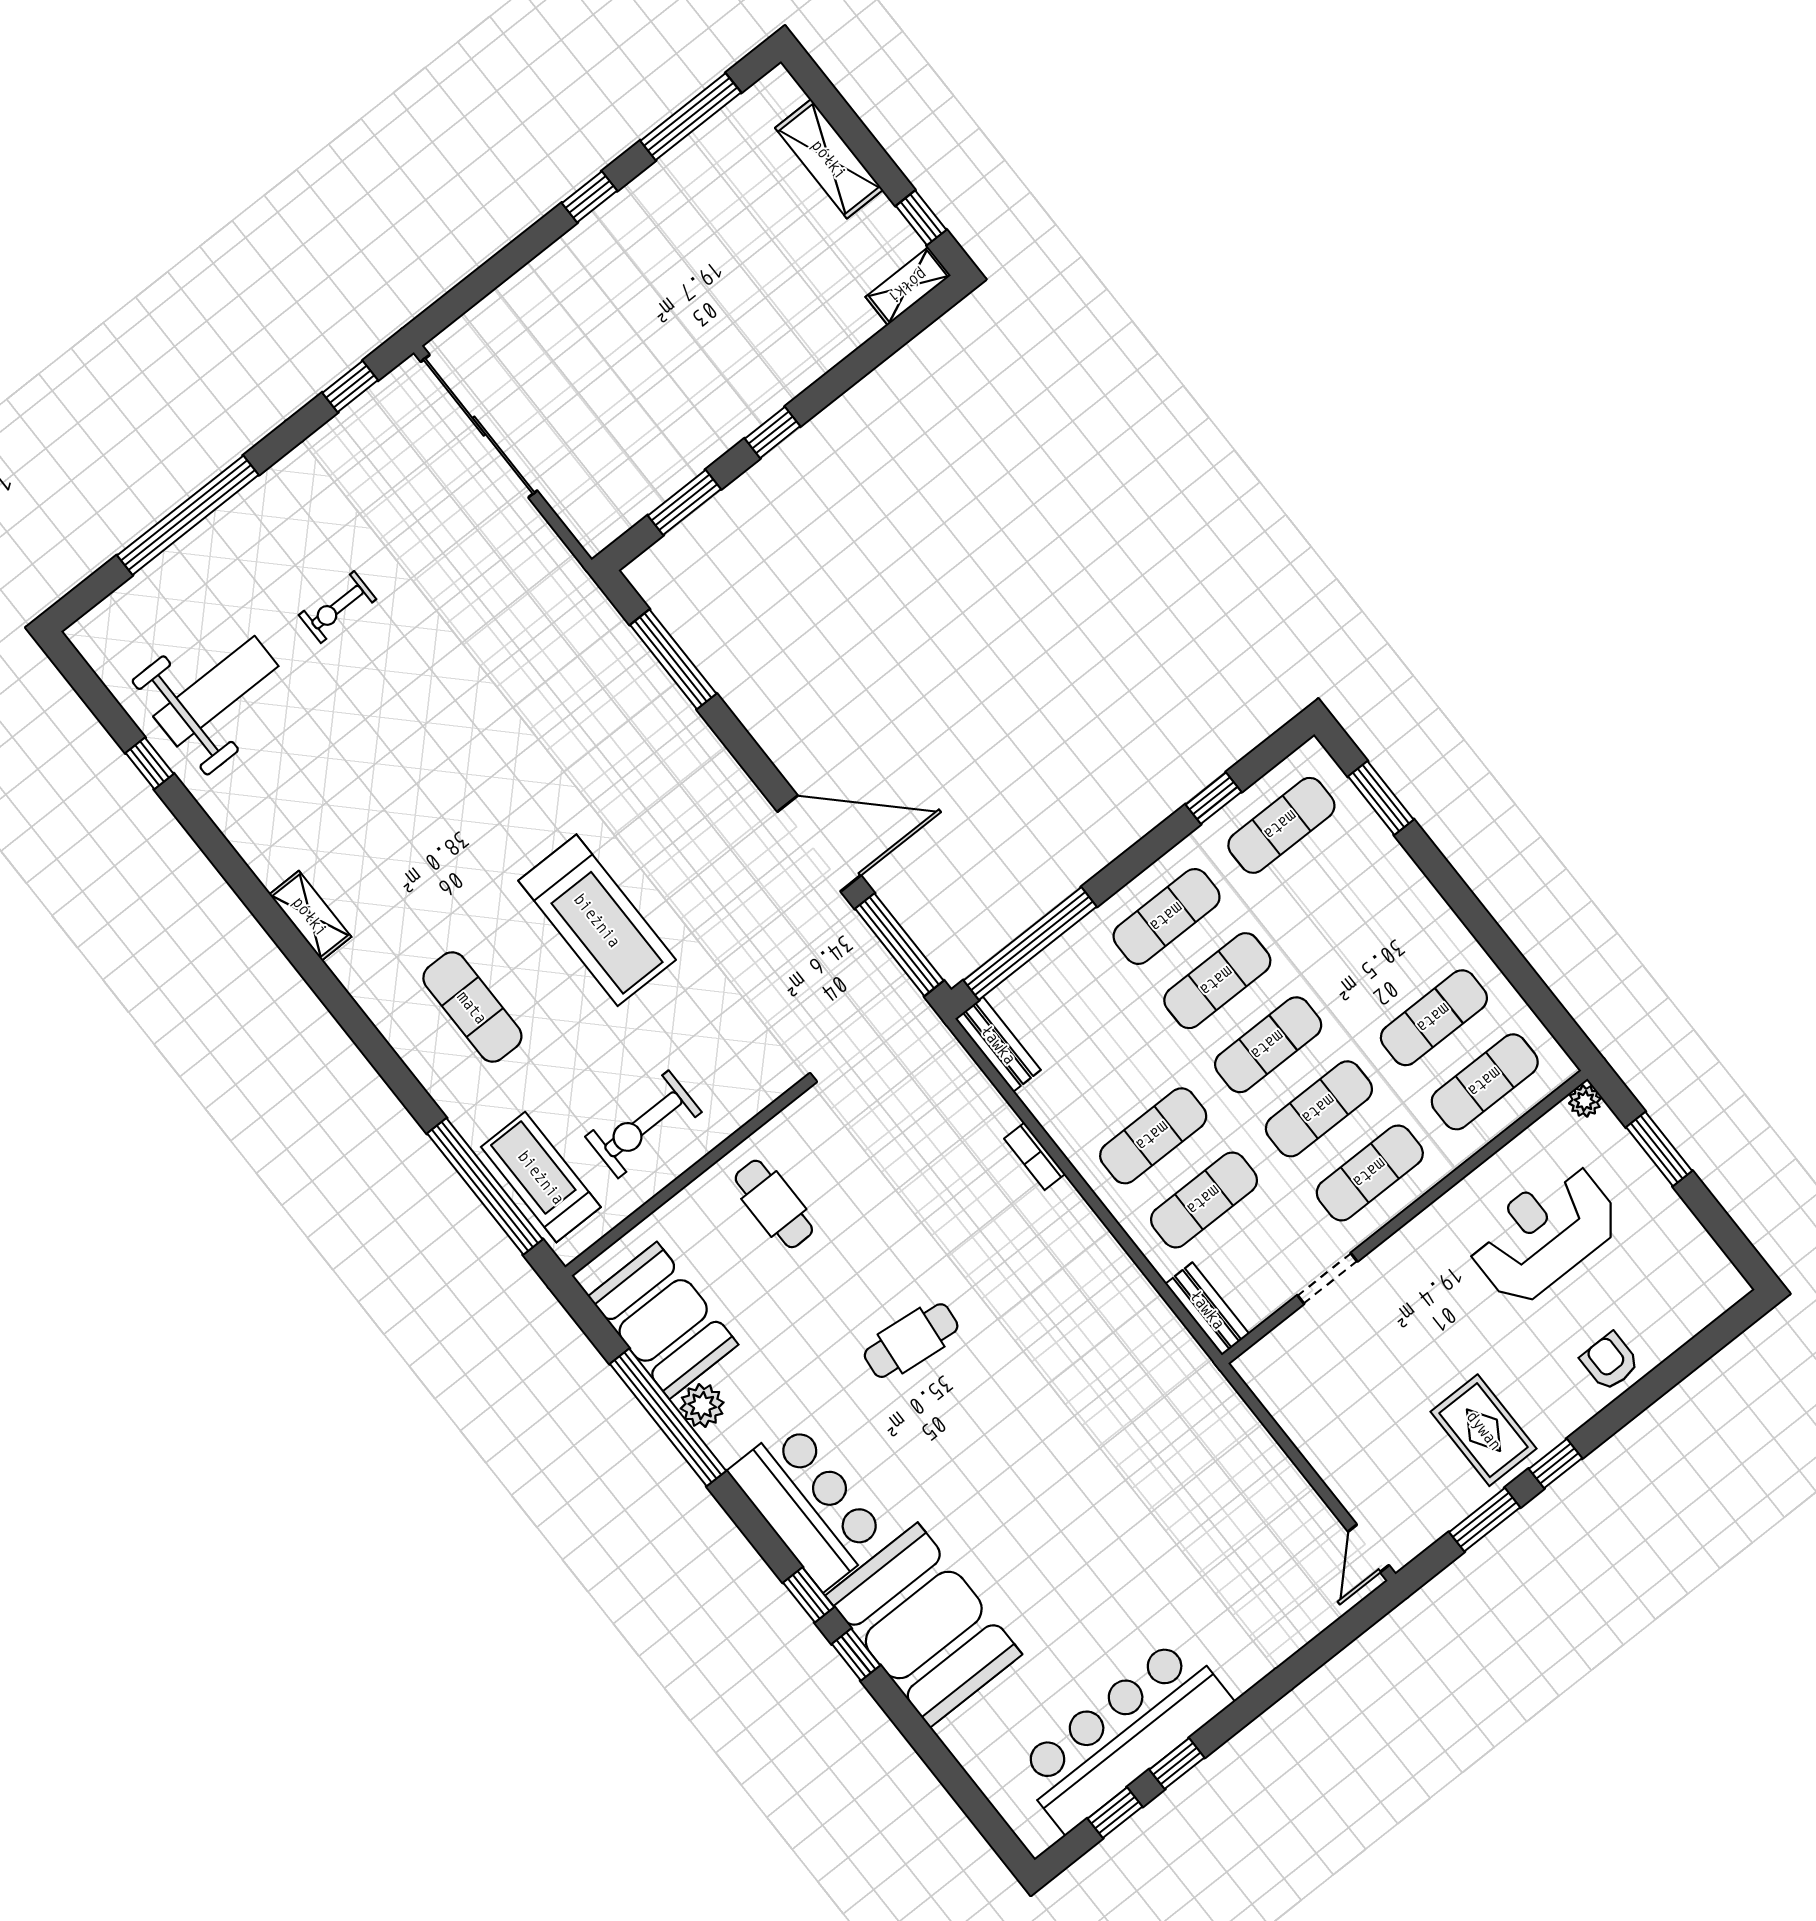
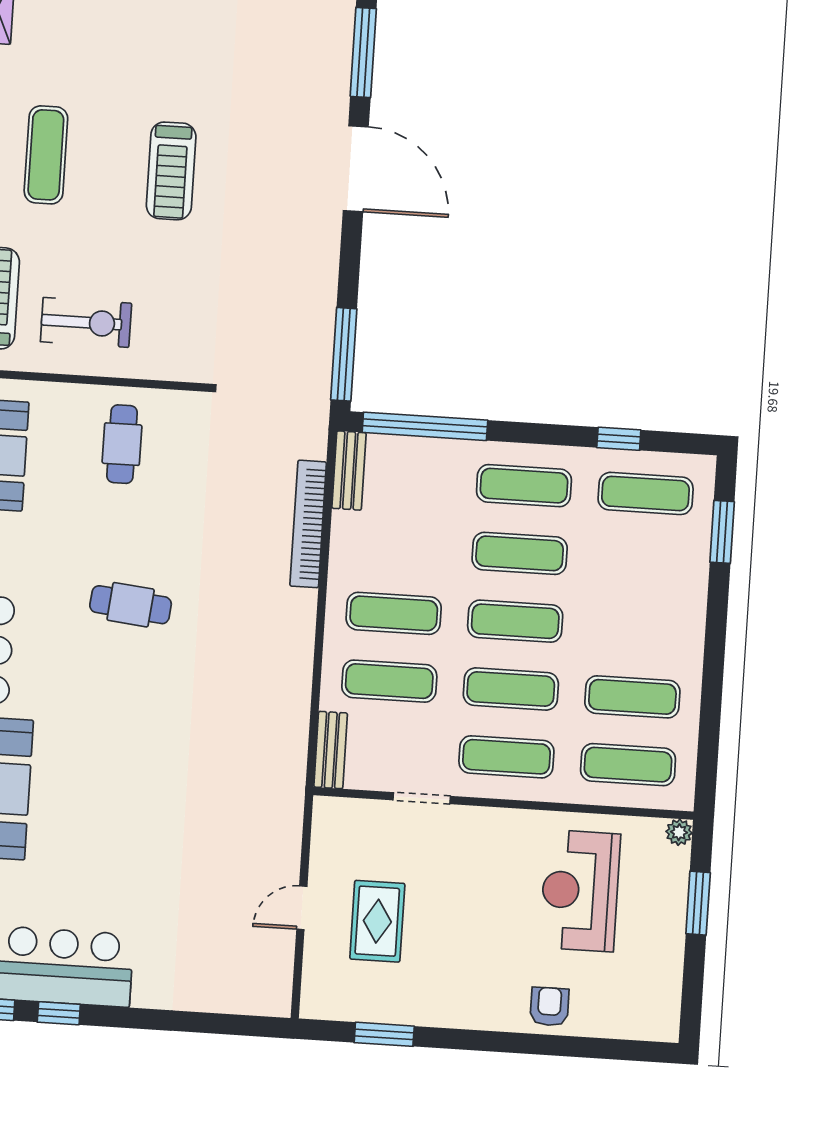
door: (819, 843) -> (356, 169), moved
treadmill: (597, 920) -> (171, 171), width x0.73, depth x0.73
exercise bike: (643, 1124) -> (86, 322), turned 180
bookcase: (1035, 1156) -> (308, 524), width x2.31, depth x1.31
reception desk: (1544, 1233) -> (580, 891), turned -90
rug: (1484, 1430) -> (377, 921), moved
window: (1555, 1464) -> (459, 1039), removed
door: (1368, 1548) -> (302, 908), moved

